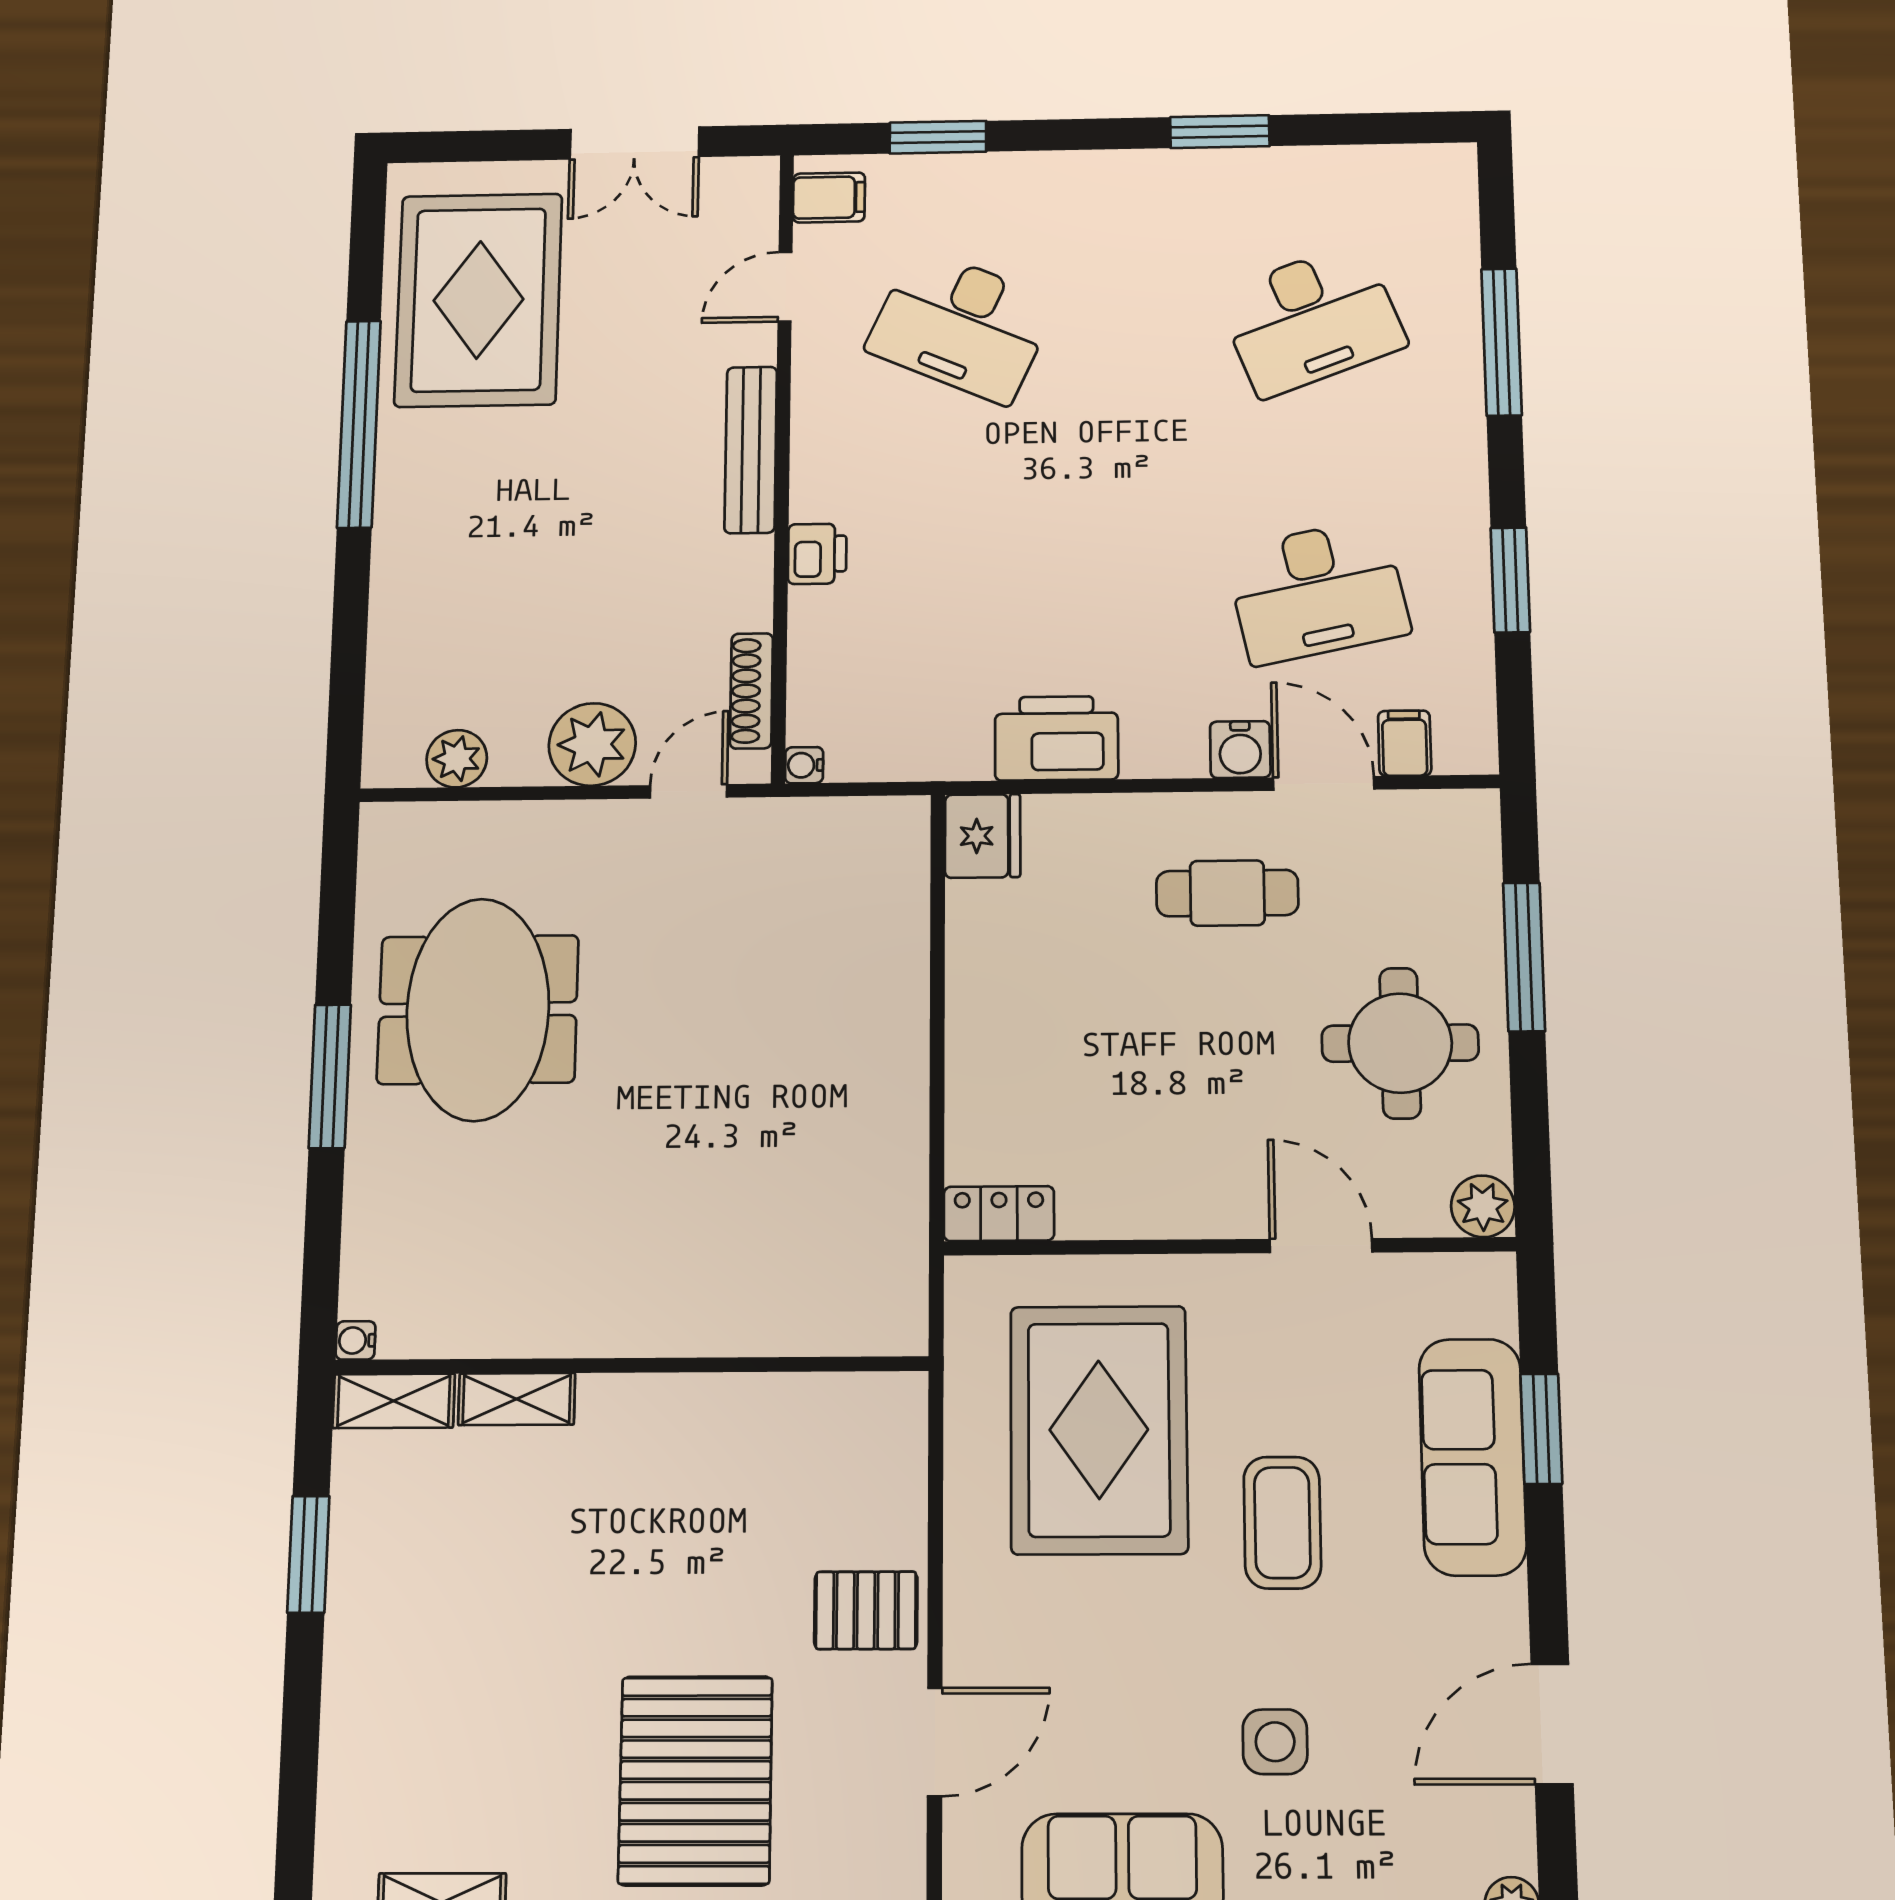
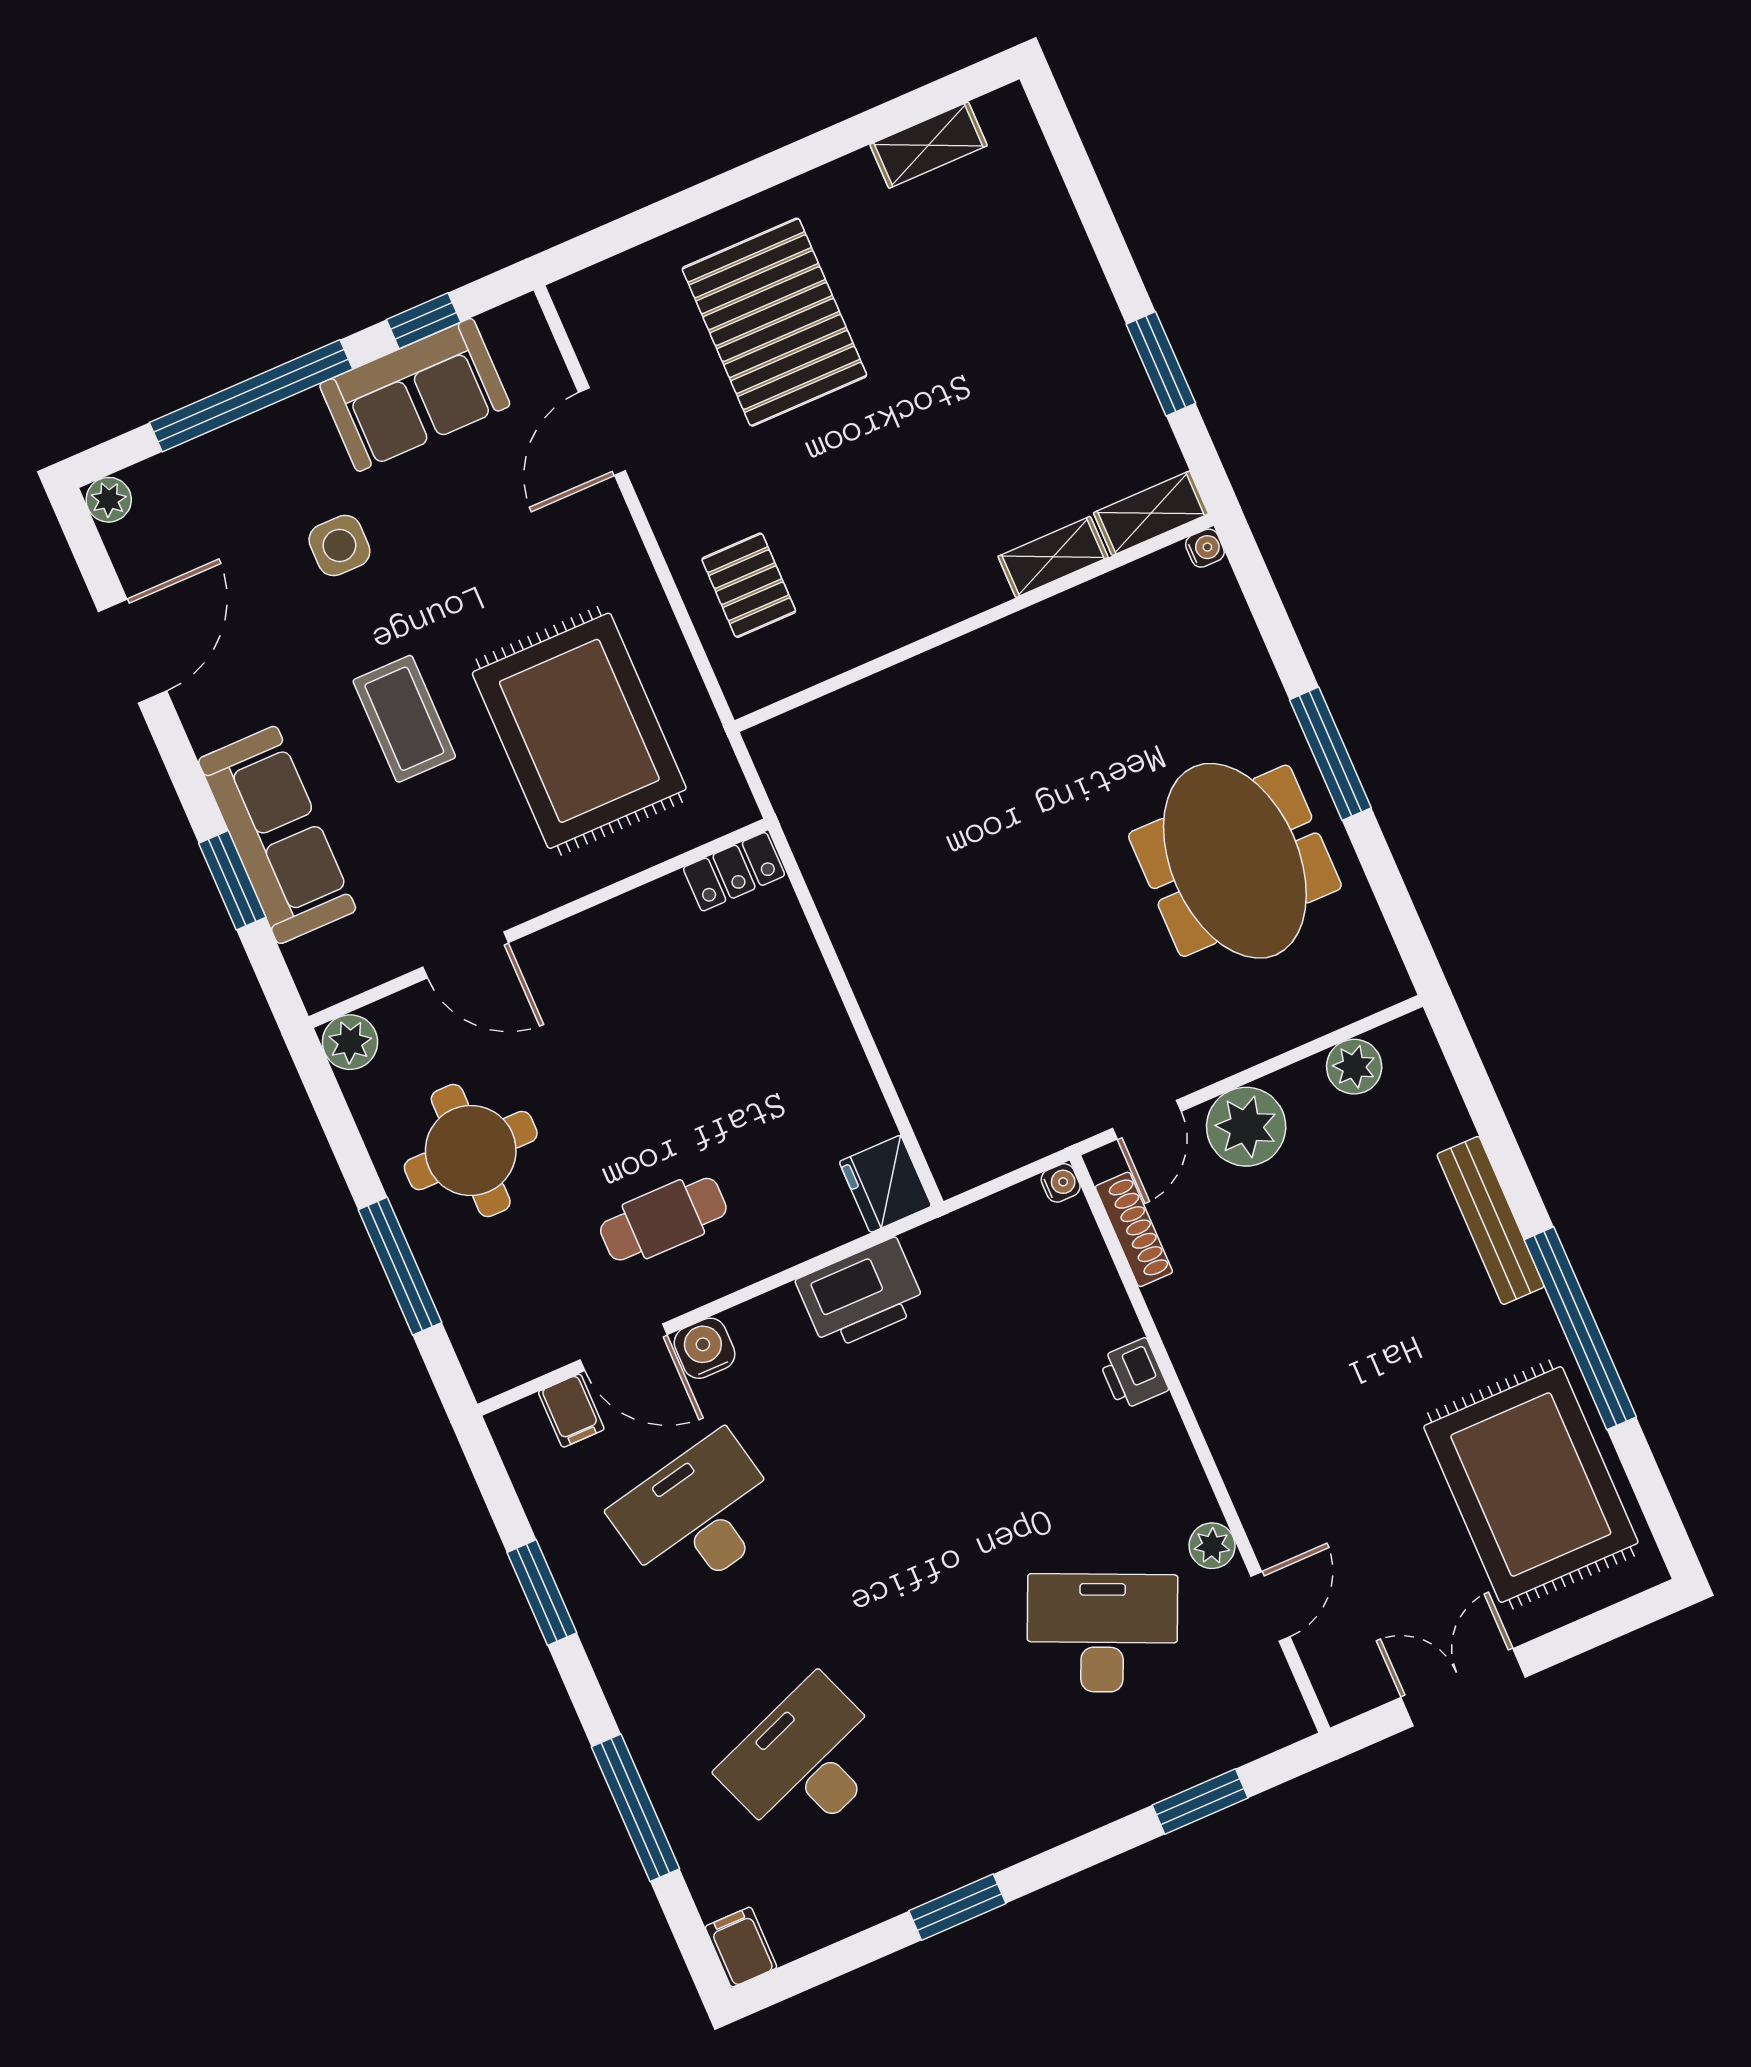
filing cabinet: (829, 198) -> (741, 1947), moved, turned 90
plant: (815, 364) -> (1212, 1546), added
bench: (751, 450) -> (1491, 1220), moved
pallet: (866, 1610) -> (749, 585), moved, turned 90

